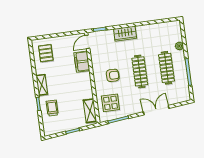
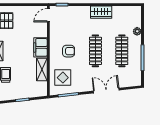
wardrobe: (125, 34) -> (101, 12), moved
filing cabinet: (82, 62) -> (40, 47), moved
shelving: (90, 111) -> (42, 70), moved

